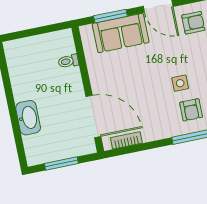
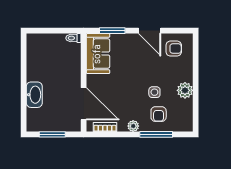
sofa: (121, 33) -> (98, 54), moved, turned -90
toilet: (68, 61) -> (73, 38), moved
plant: (162, 132) -> (133, 126), added

